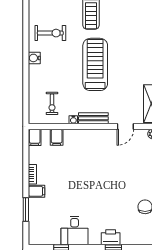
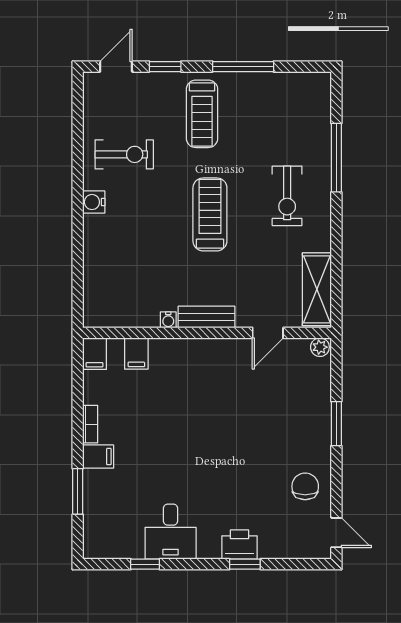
treadmill: (95, 64) -> (210, 214), width x0.73, depth x0.73
exercise bike: (52, 103) -> (287, 196), moved, width x1.38, depth x1.39

